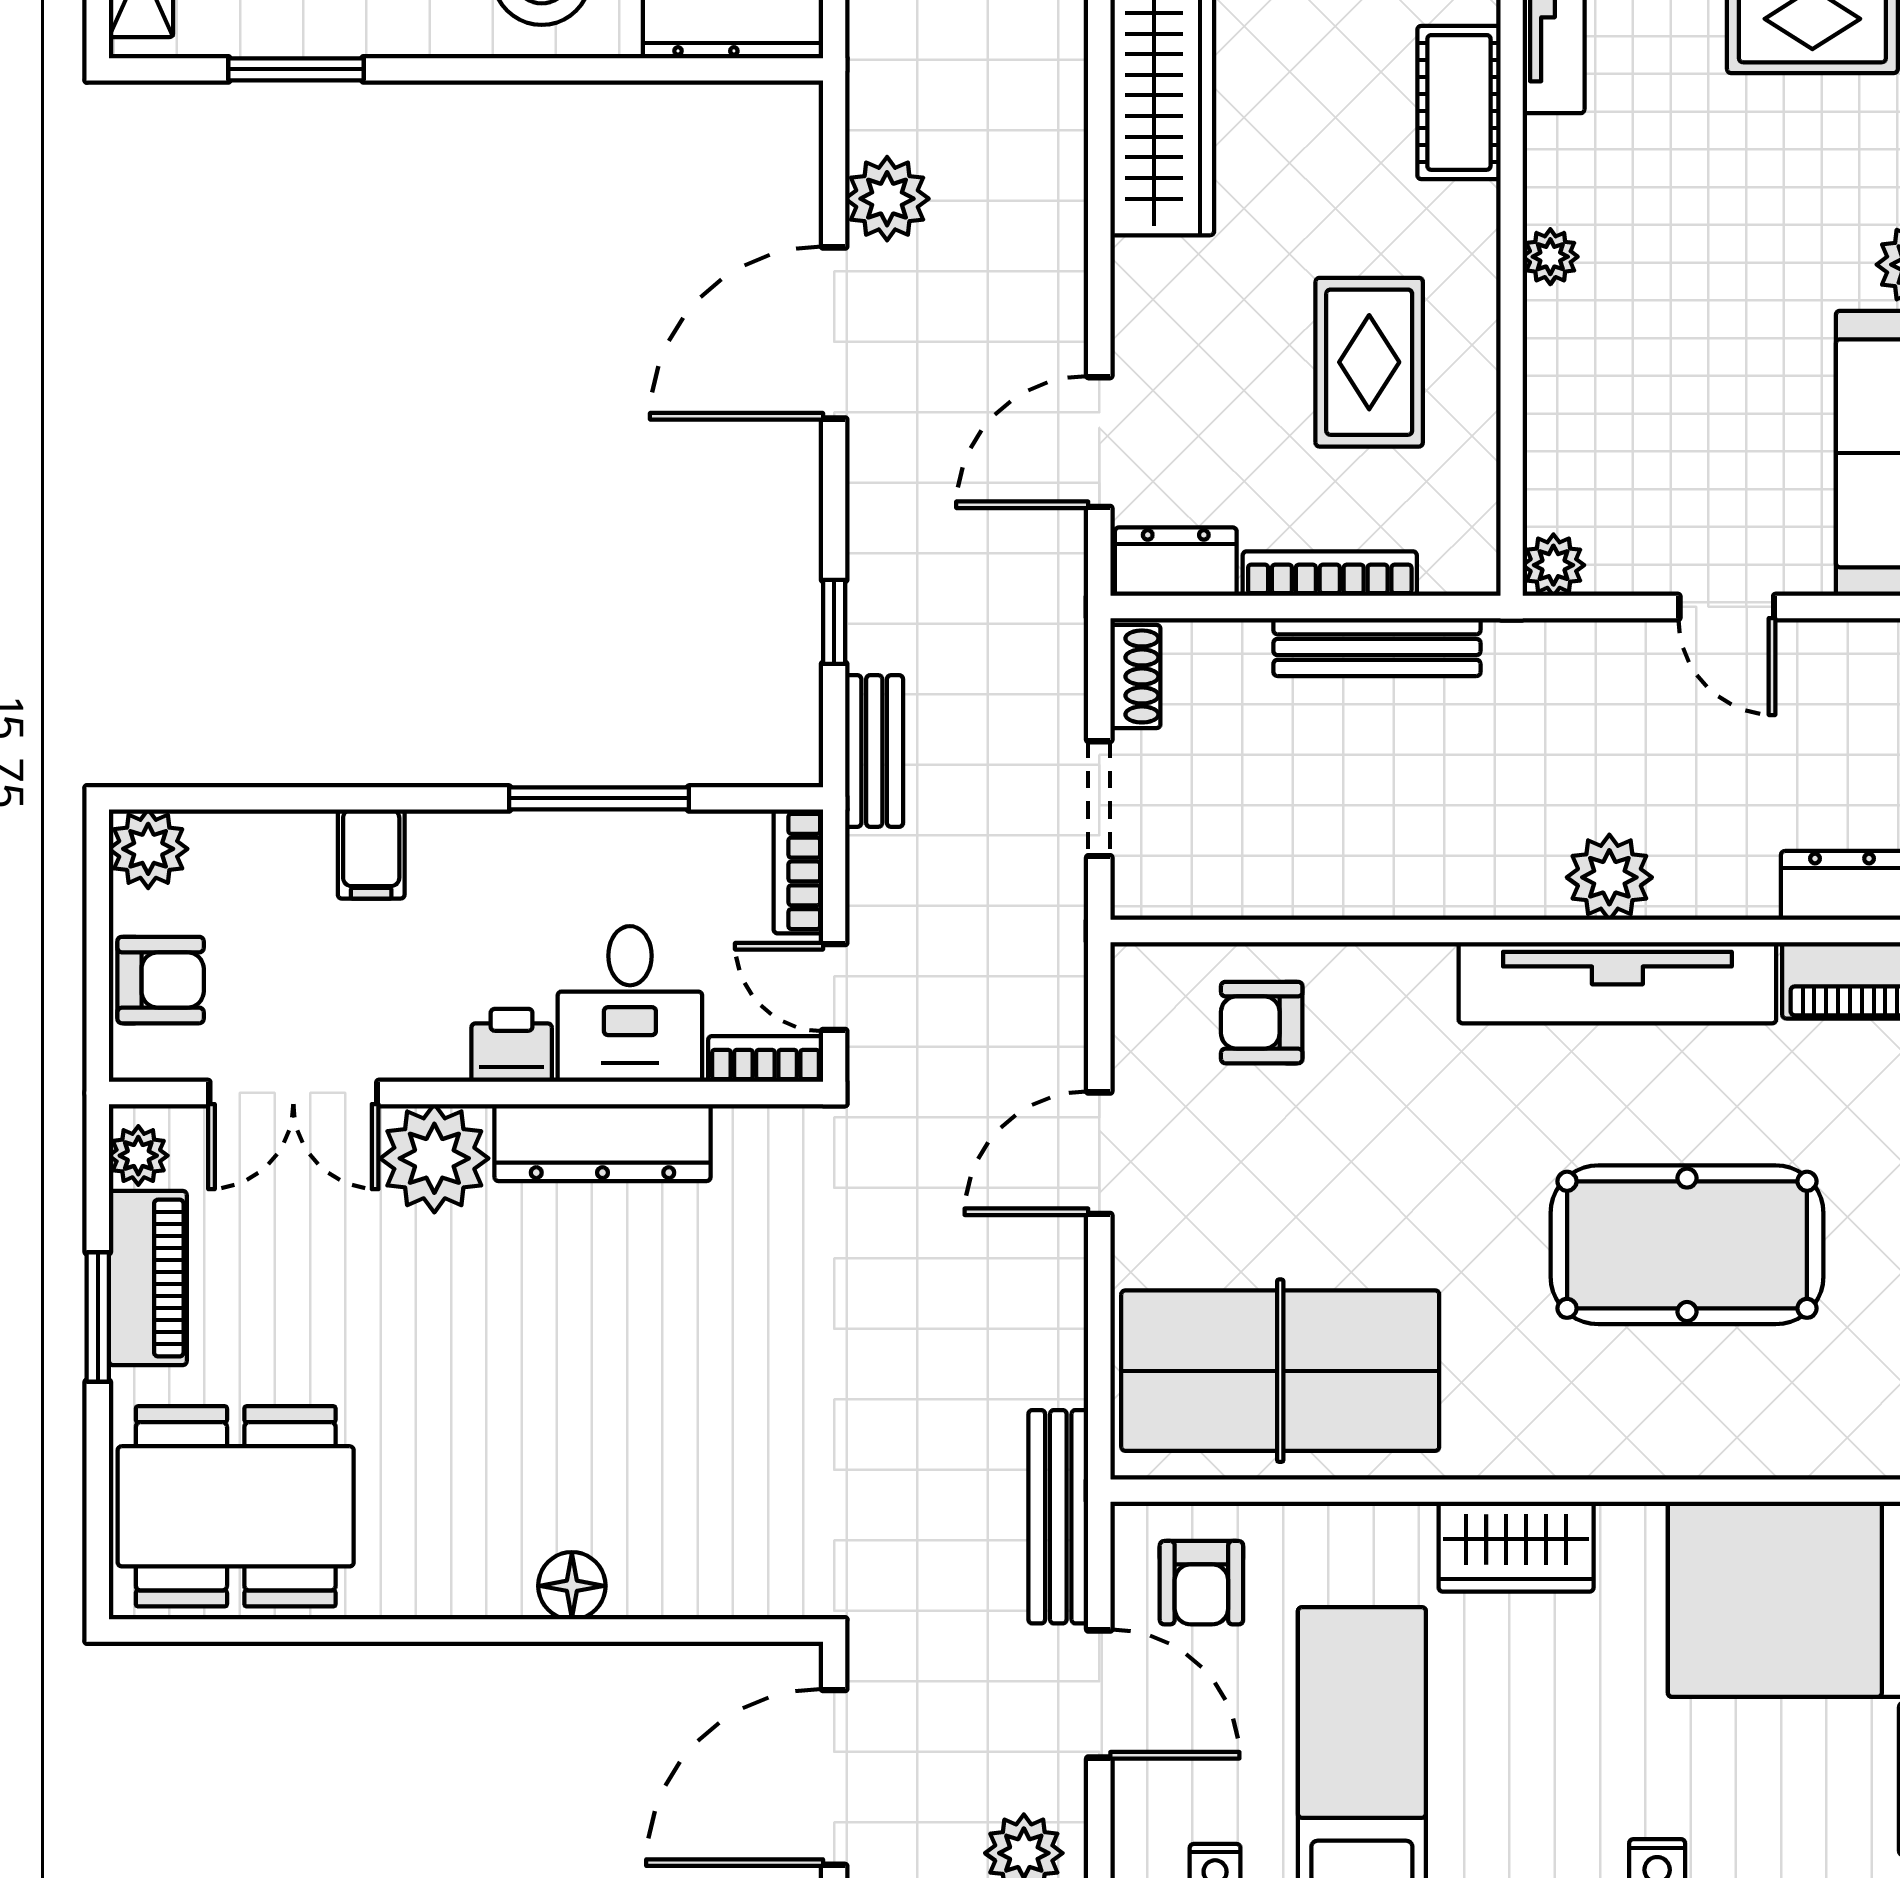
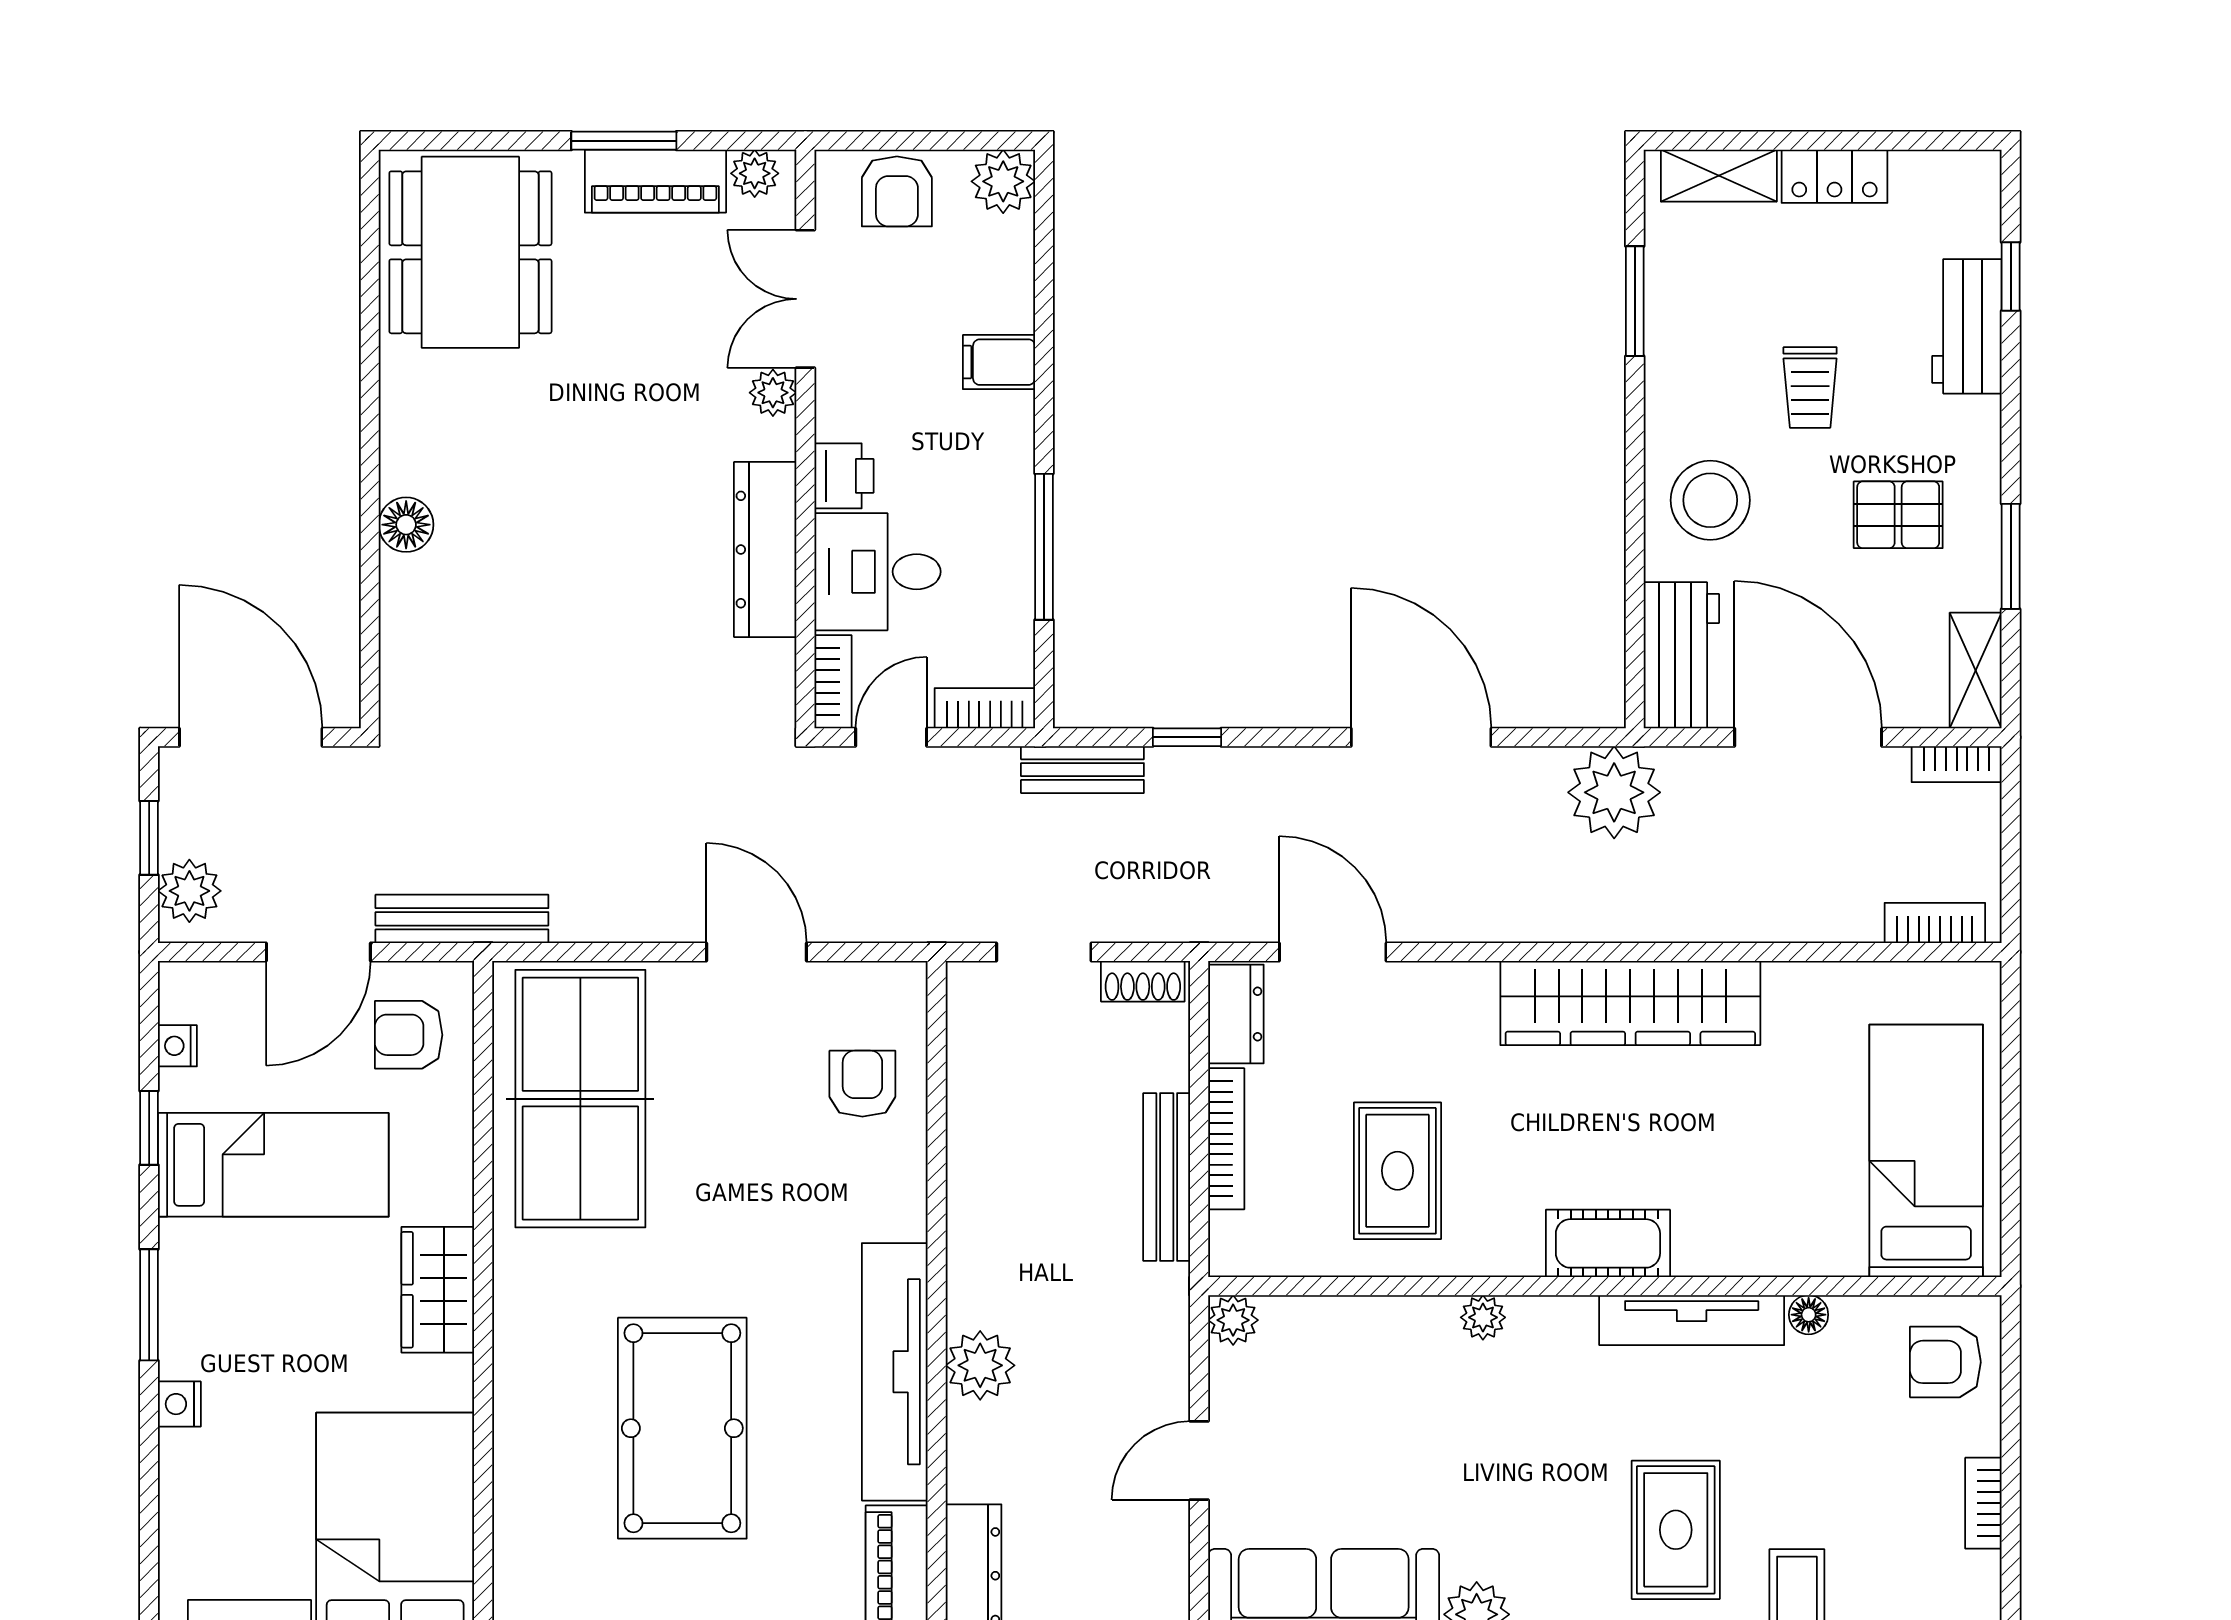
plant: (887, 199) -> (1614, 792), moved, width x1.36, depth x1.36
rug: (1369, 362) -> (1397, 1171), turned 90
plant: (434, 1158) -> (773, 393), width x0.53, depth x0.53

